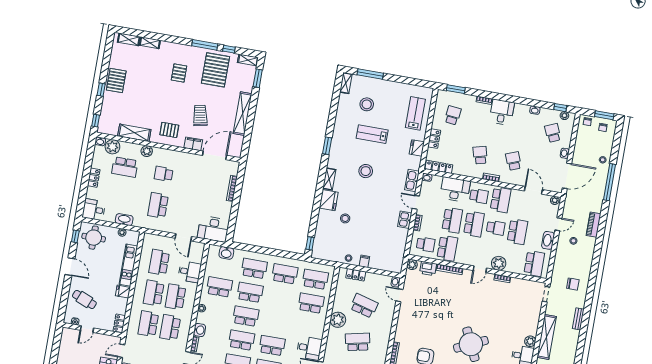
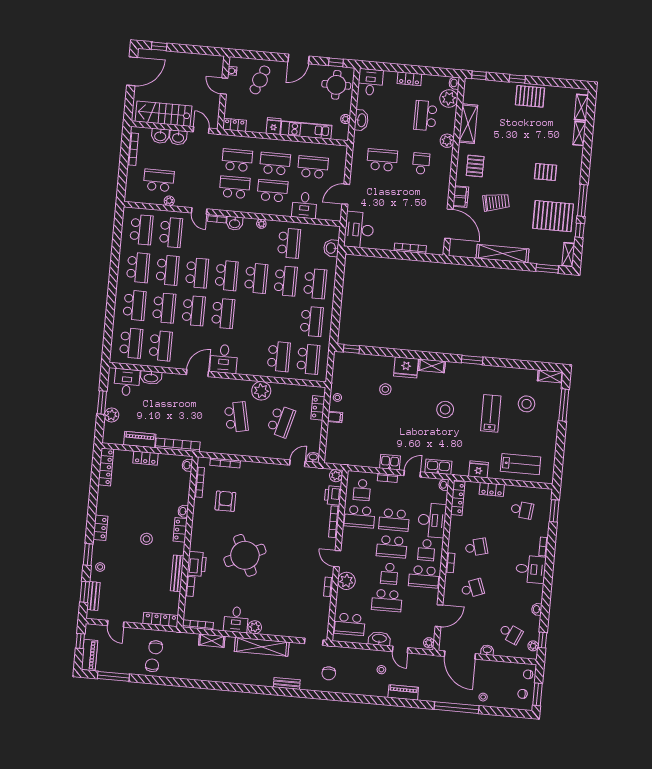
school desk: (553, 133) -> (511, 633), turned 48

